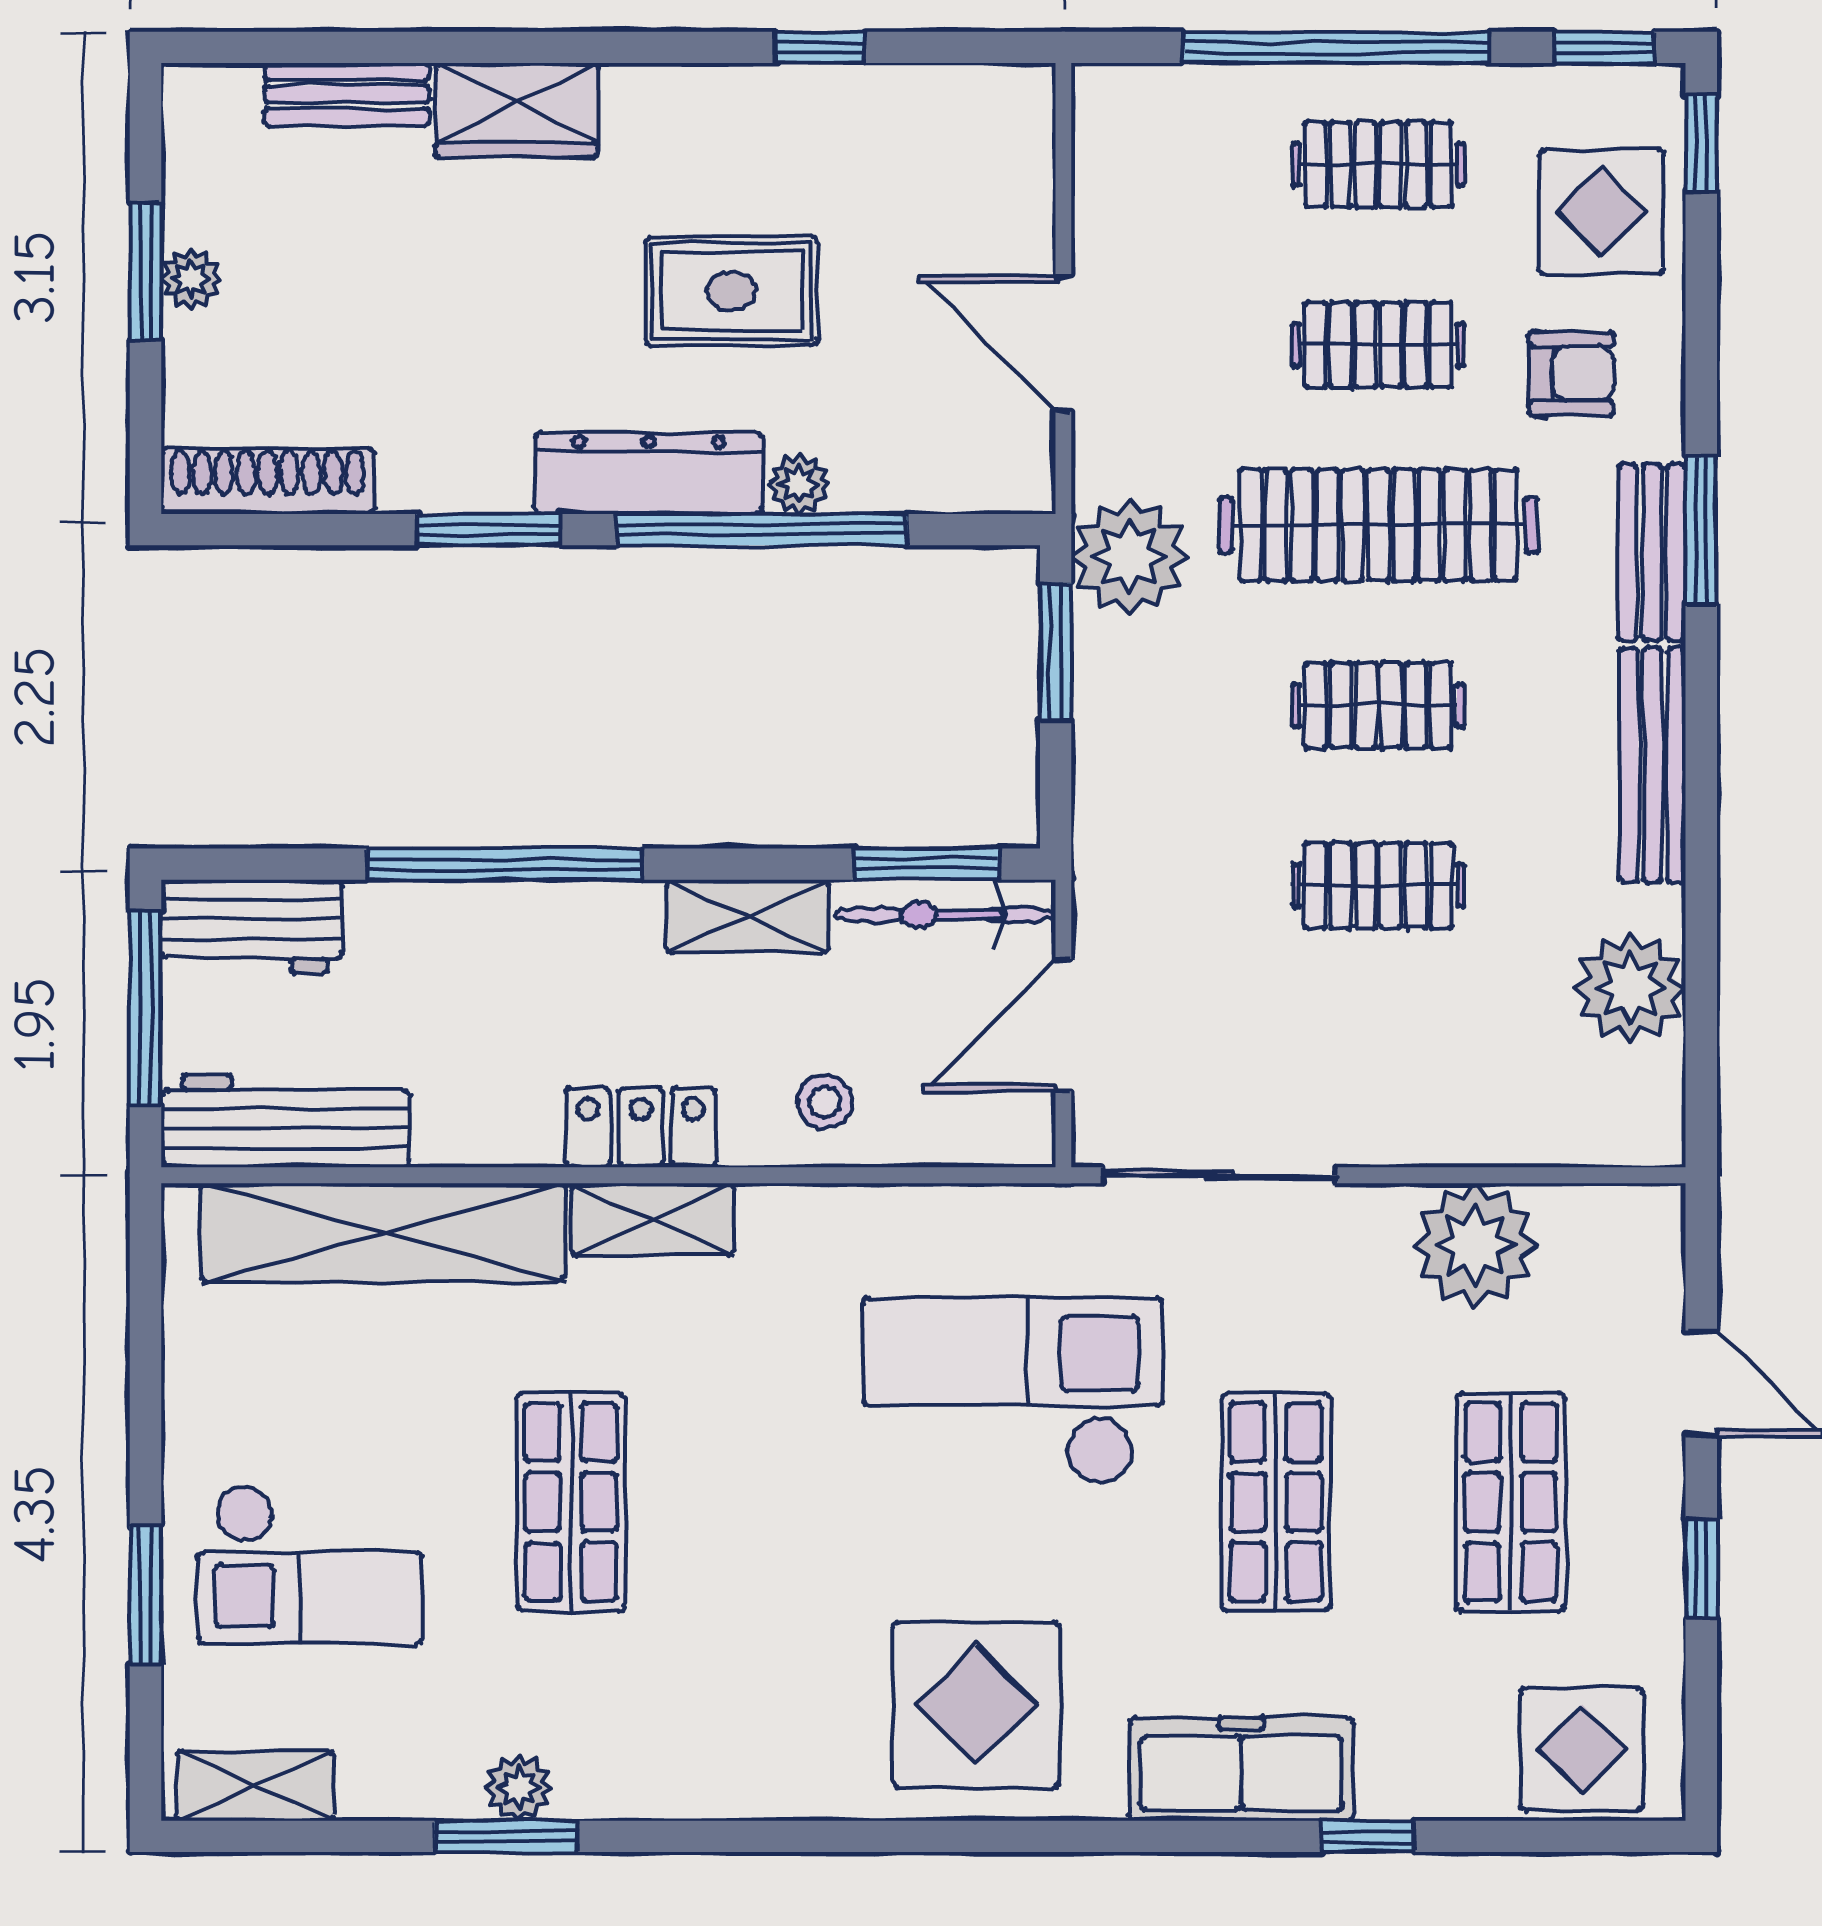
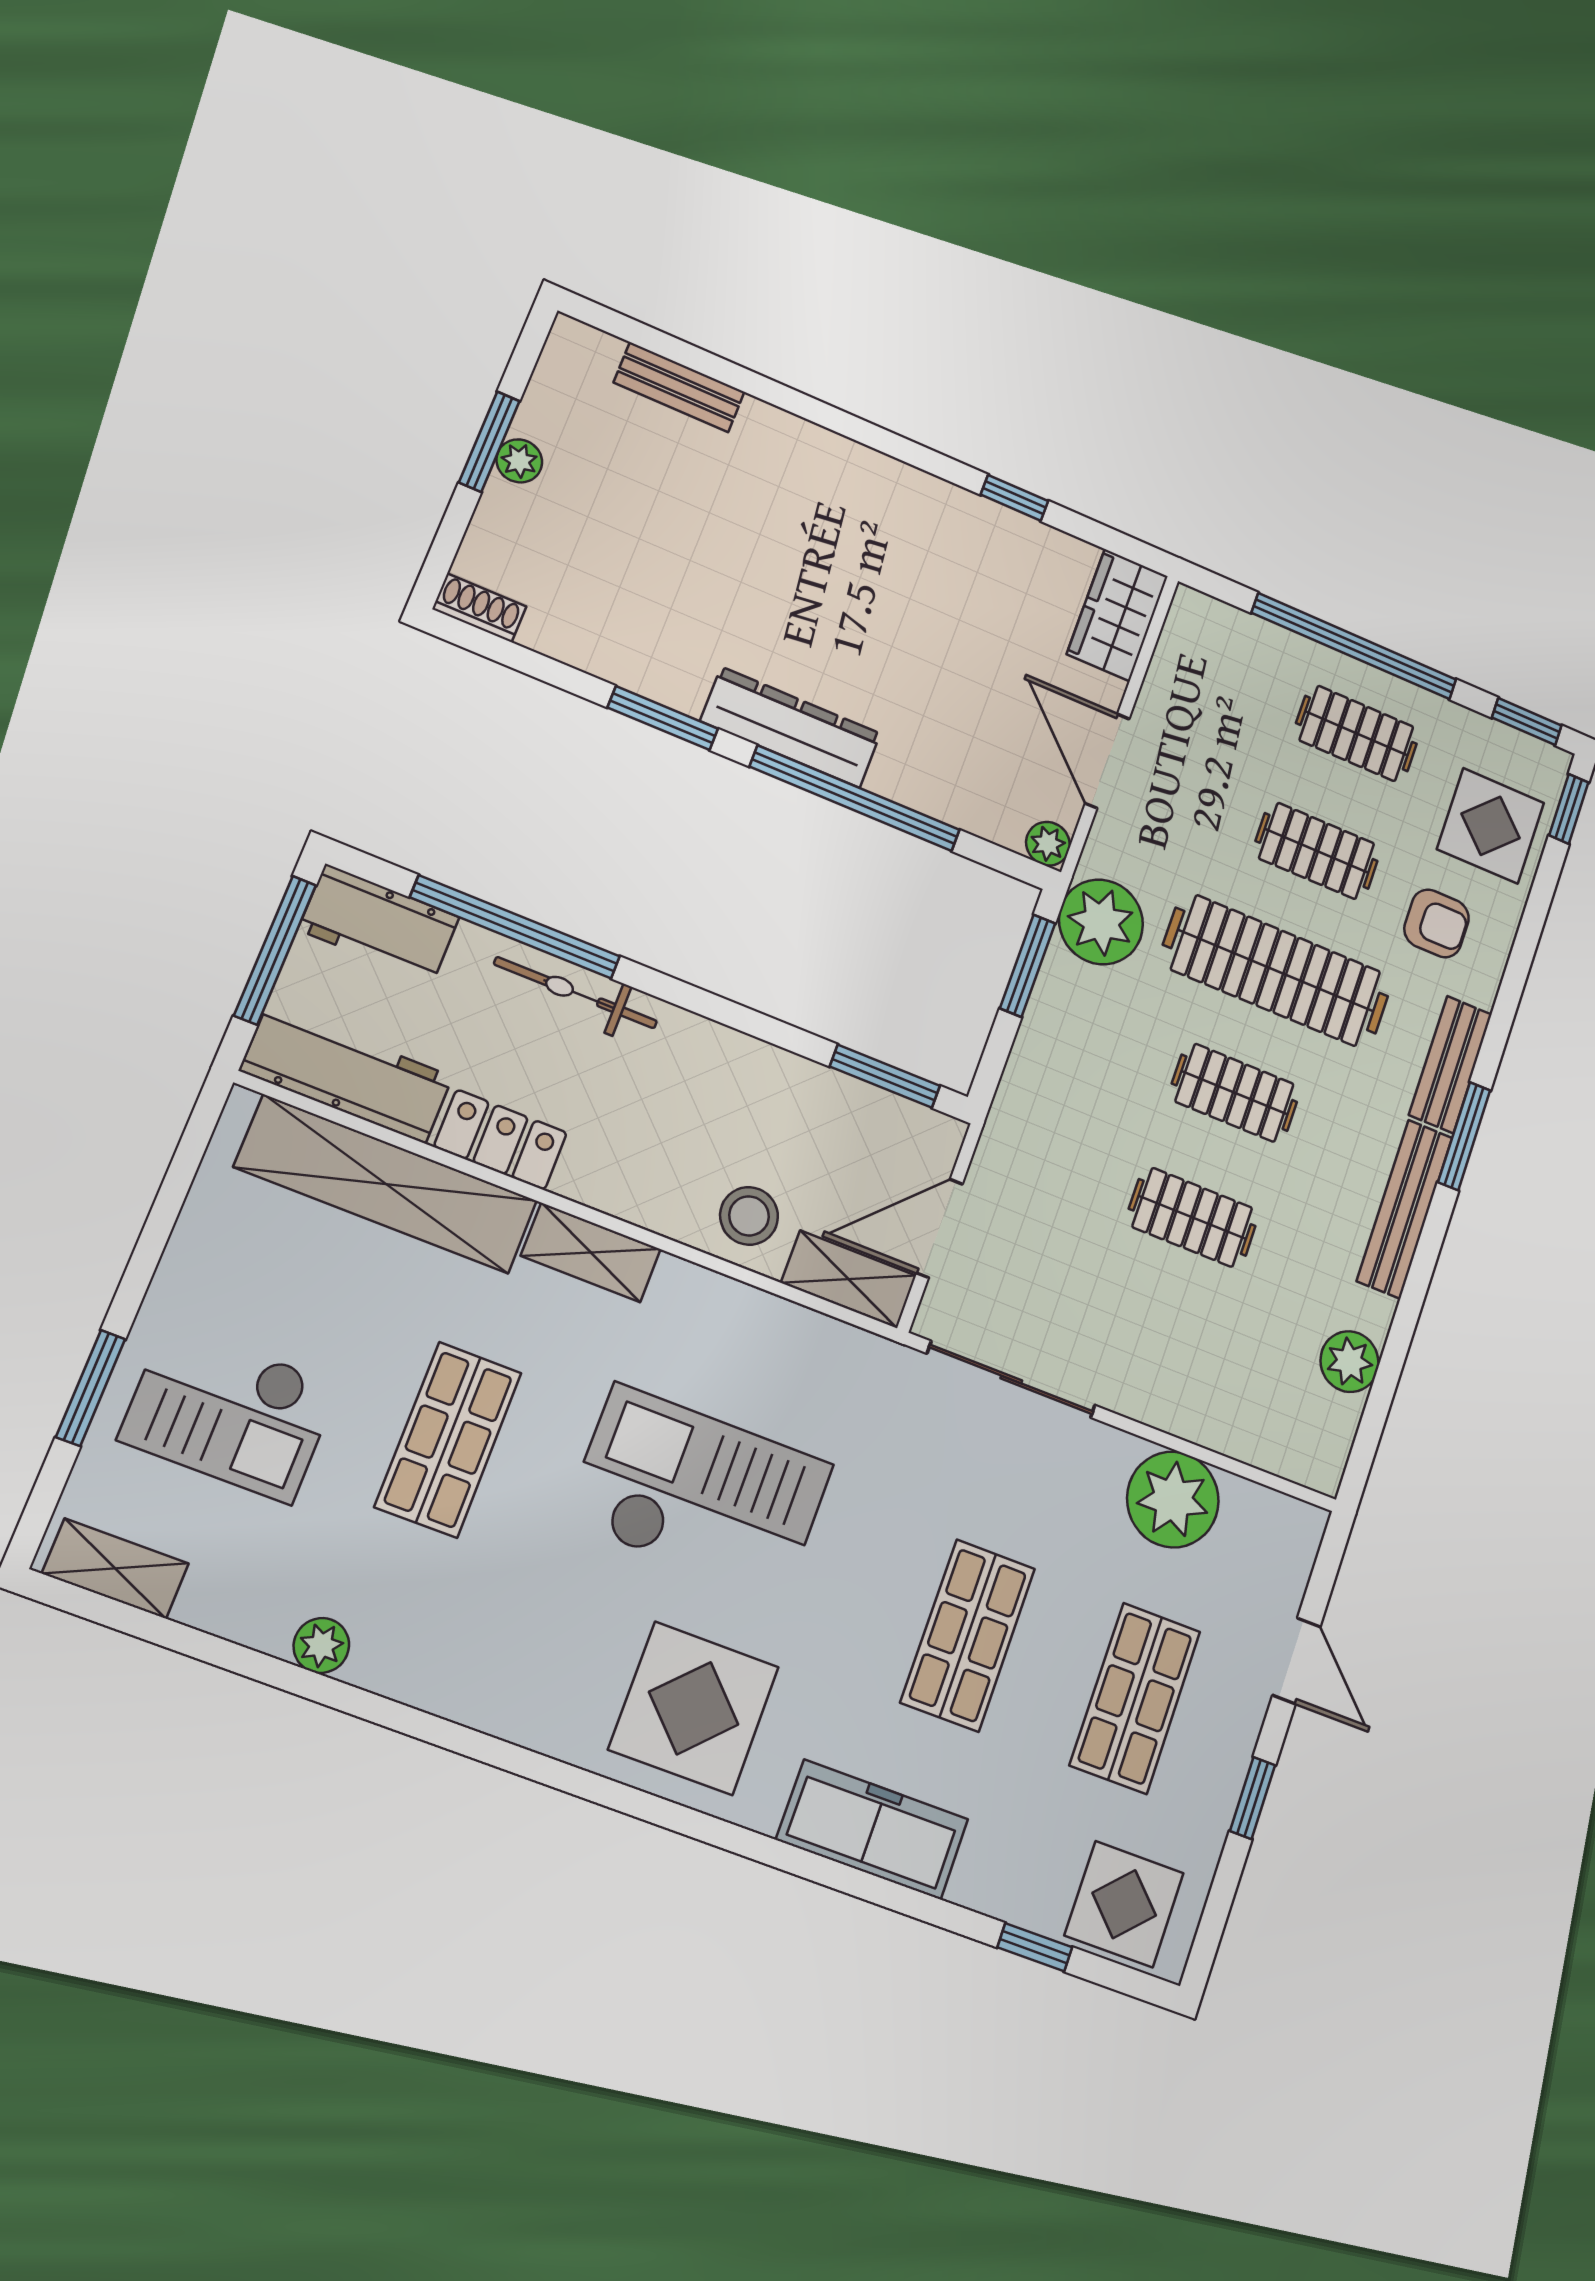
wardrobe: (517, 110) -> (1117, 615), moved, turned 90
rug: (731, 291) -> (894, 630), removed
shoe rack: (268, 481) -> (479, 608), width x0.51, depth x0.81
plant: (799, 484) -> (1048, 844), moved
window: (1701, 531) -> (1464, 1136), moved
window: (505, 864) -> (515, 927), moved
bicycle: (945, 915) -> (576, 993), moved
shelving: (748, 916) -> (849, 1279), moved
plant: (1630, 988) -> (1350, 1362), width x0.73, depth x0.73
stool: (825, 1102) -> (749, 1216), width x1.37, depth x1.37
locker: (641, 1128) -> (501, 1140), moved
checkout: (1013, 1391) -> (699, 1493), moved
window: (506, 1836) -> (296, 1680), removed
window: (1368, 1836) -> (1035, 1947), moved

